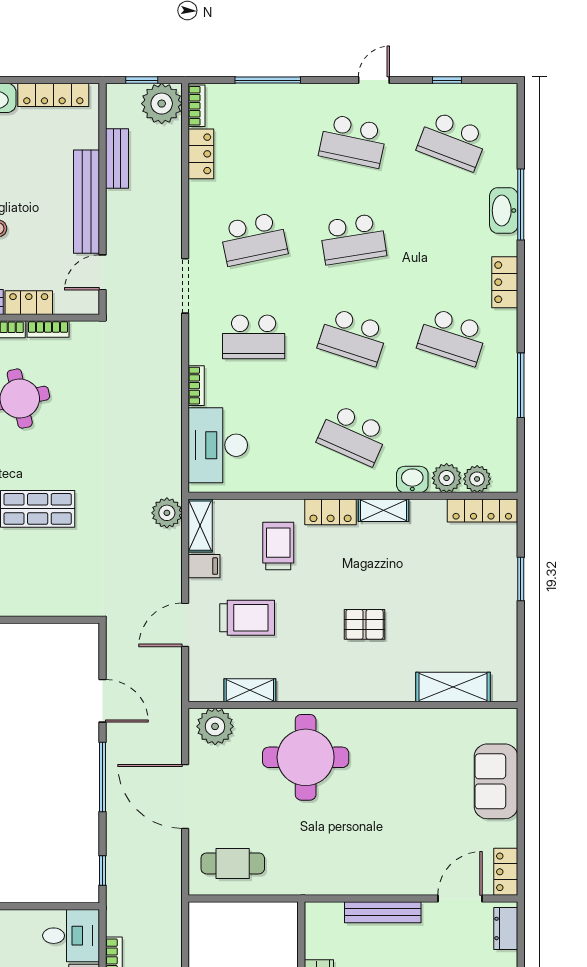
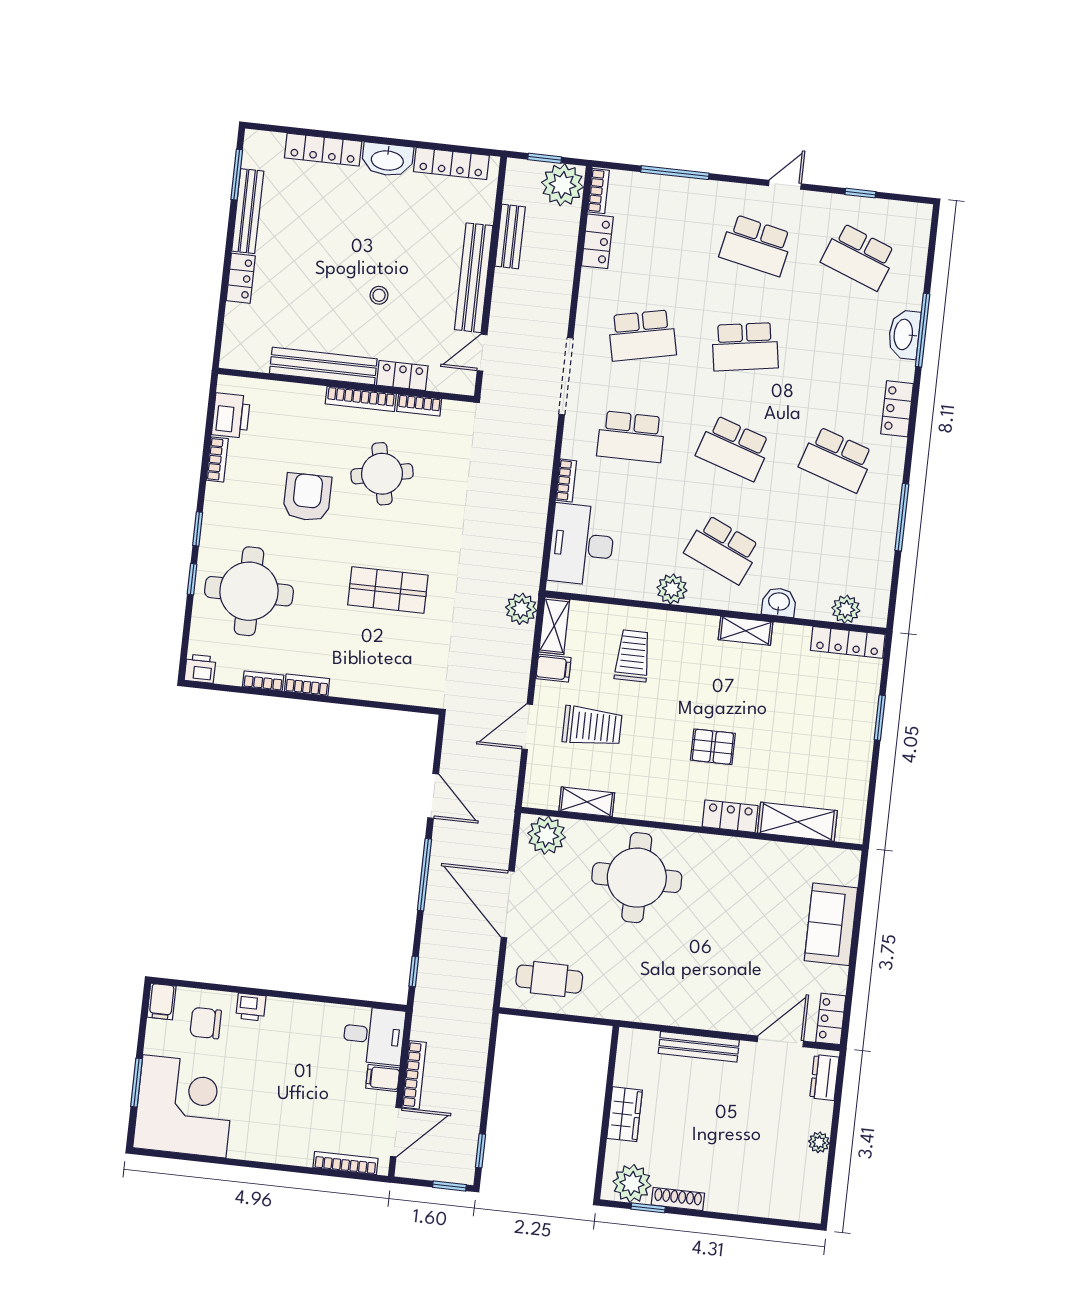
doorway: (185, 286) -> (566, 376), width x1.36
plant: (447, 478) -> (672, 589), moved
locker: (331, 512) -> (730, 816), moved, turned 180

